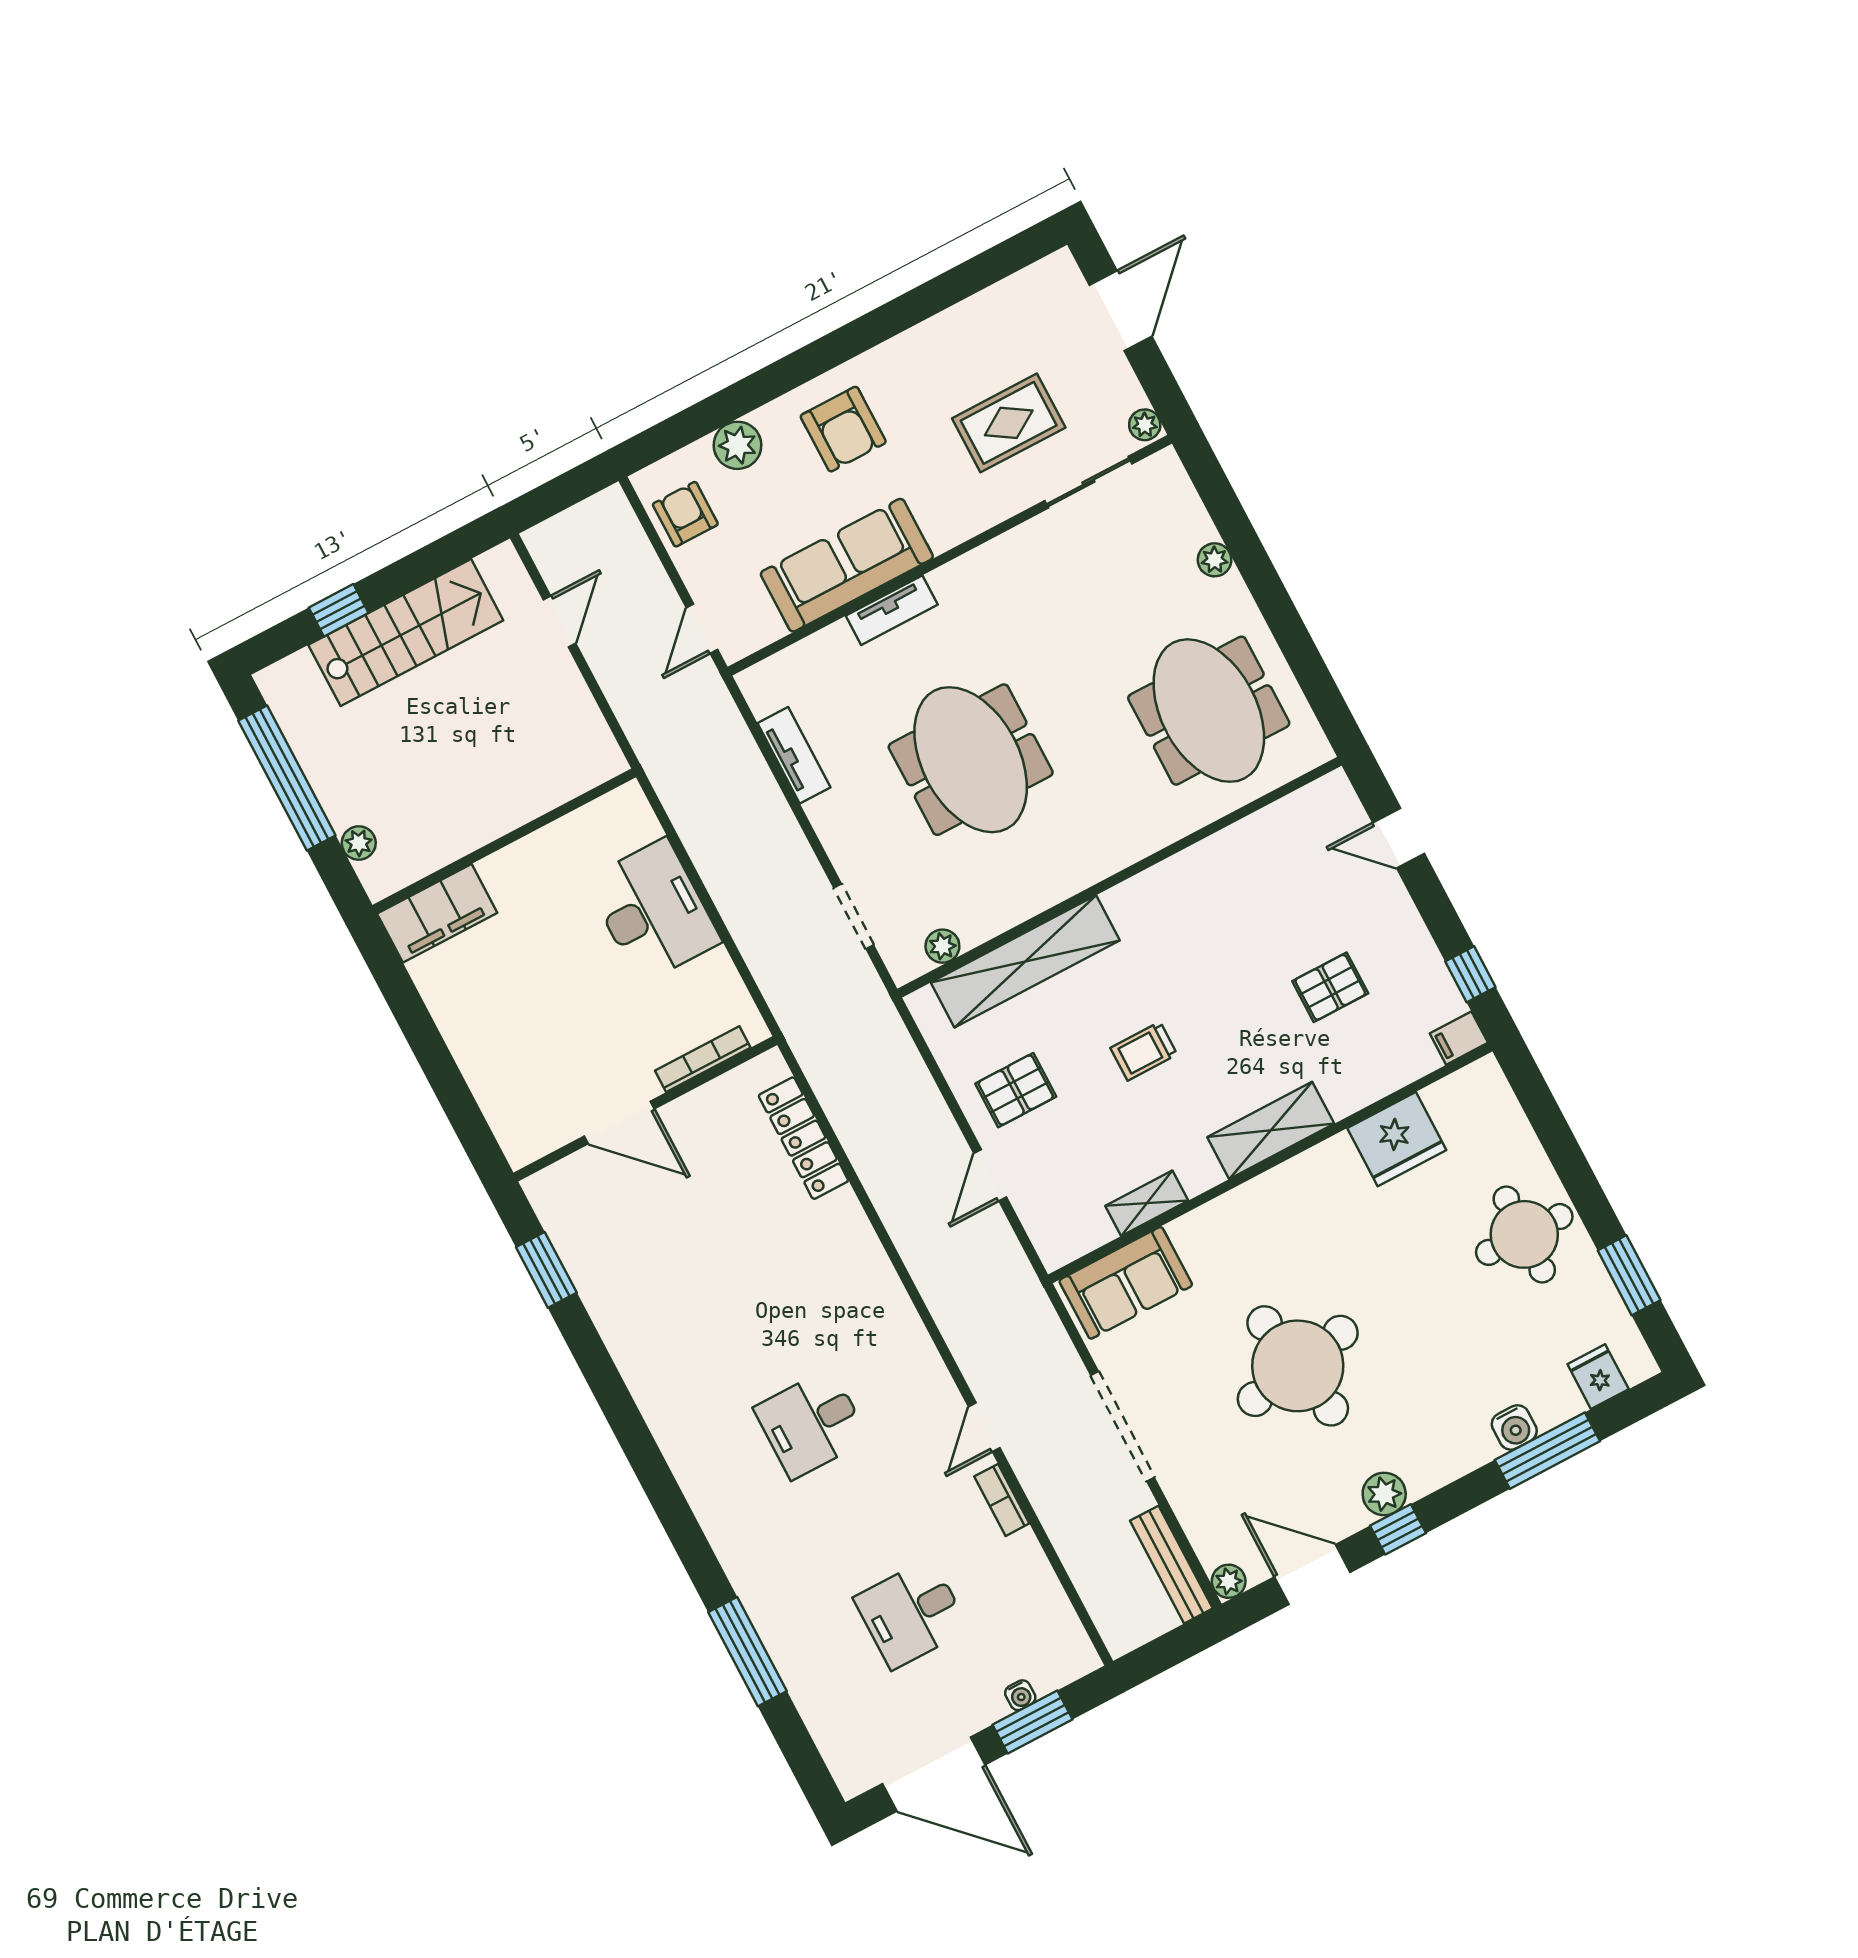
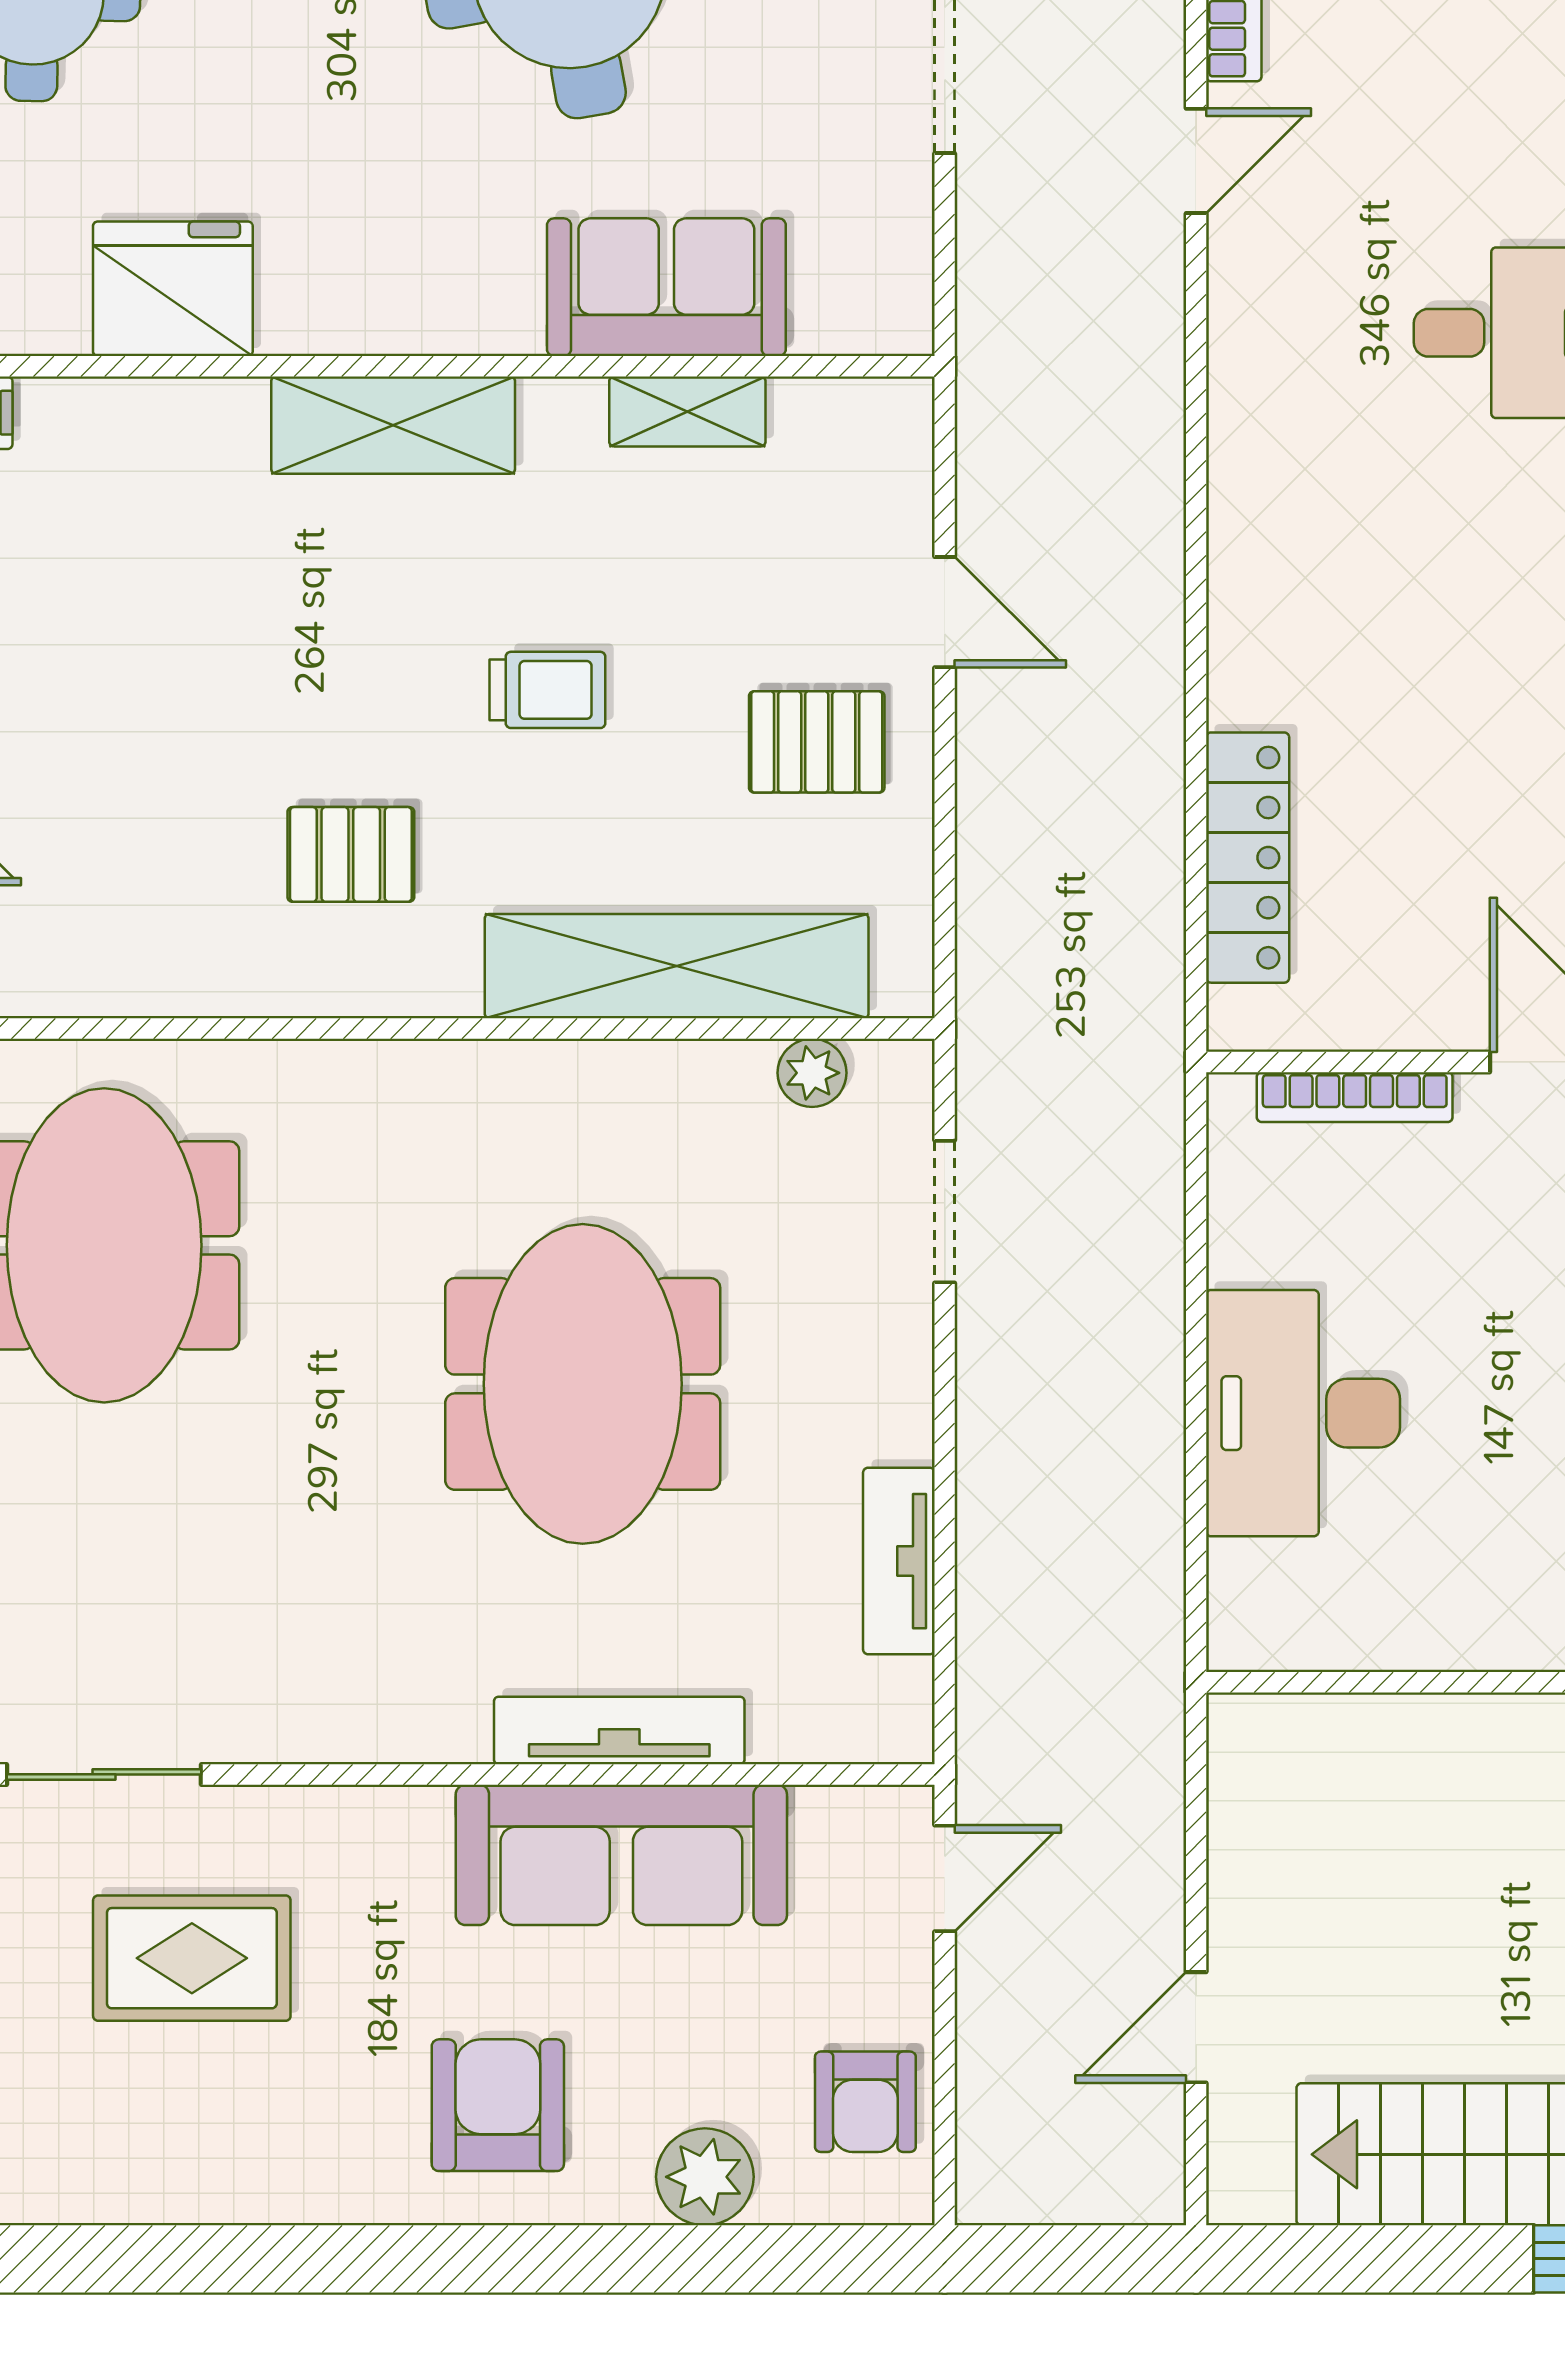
tv unit: (892, 610) -> (619, 1730), width x1.41
pallet: (1330, 987) -> (351, 854), moved
door: (990, 1175) -> (945, 612), hinge flipped
sofa: (1126, 1283) -> (666, 287), moved

